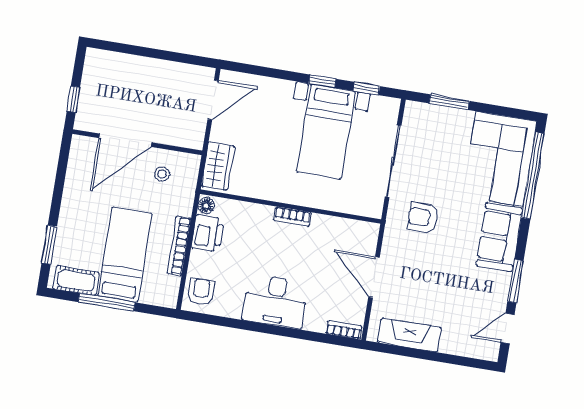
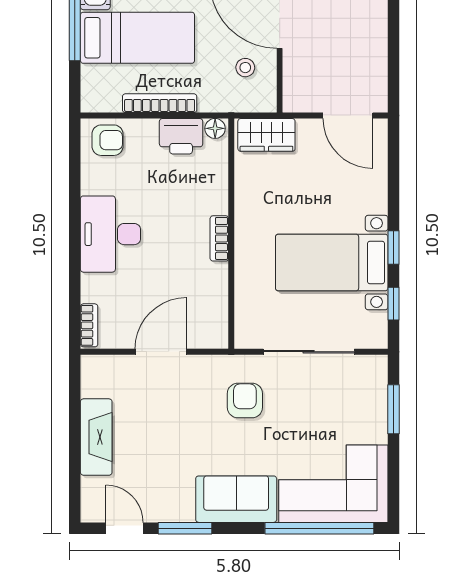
fireplace: (409, 335) -> (96, 437), moved

